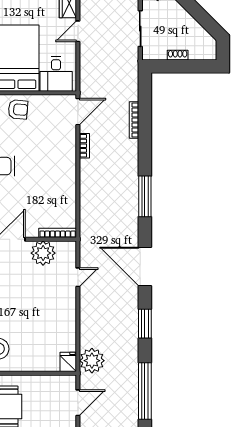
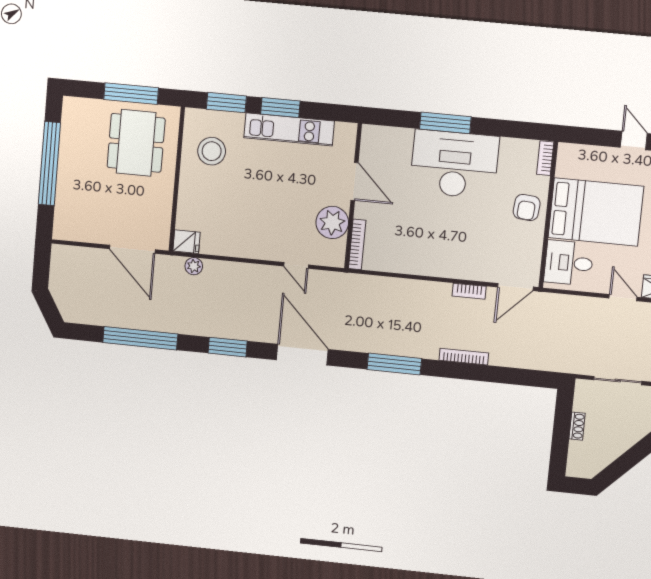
door: (78, 112) -> (515, 287), hinge flipped
bookcase: (134, 120) -> (464, 357), moved
door: (145, 266) -> (302, 355), hinge flipped
plant: (92, 361) -> (194, 266), width x0.53, depth x0.53
door: (78, 403) -> (132, 249), width x1.36

